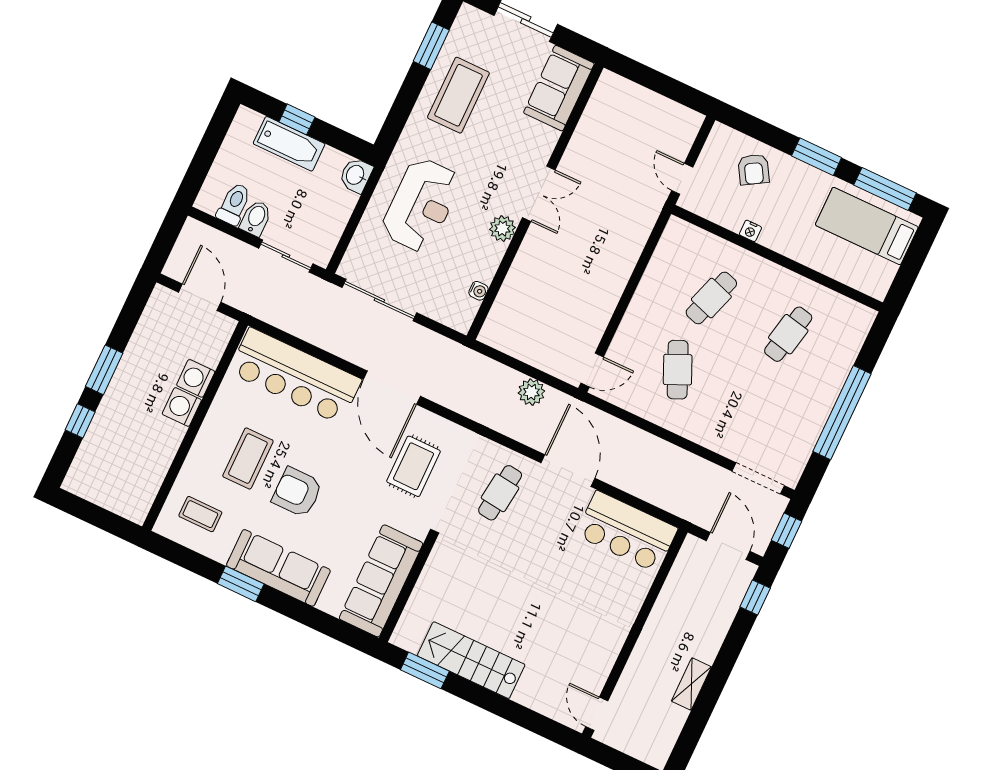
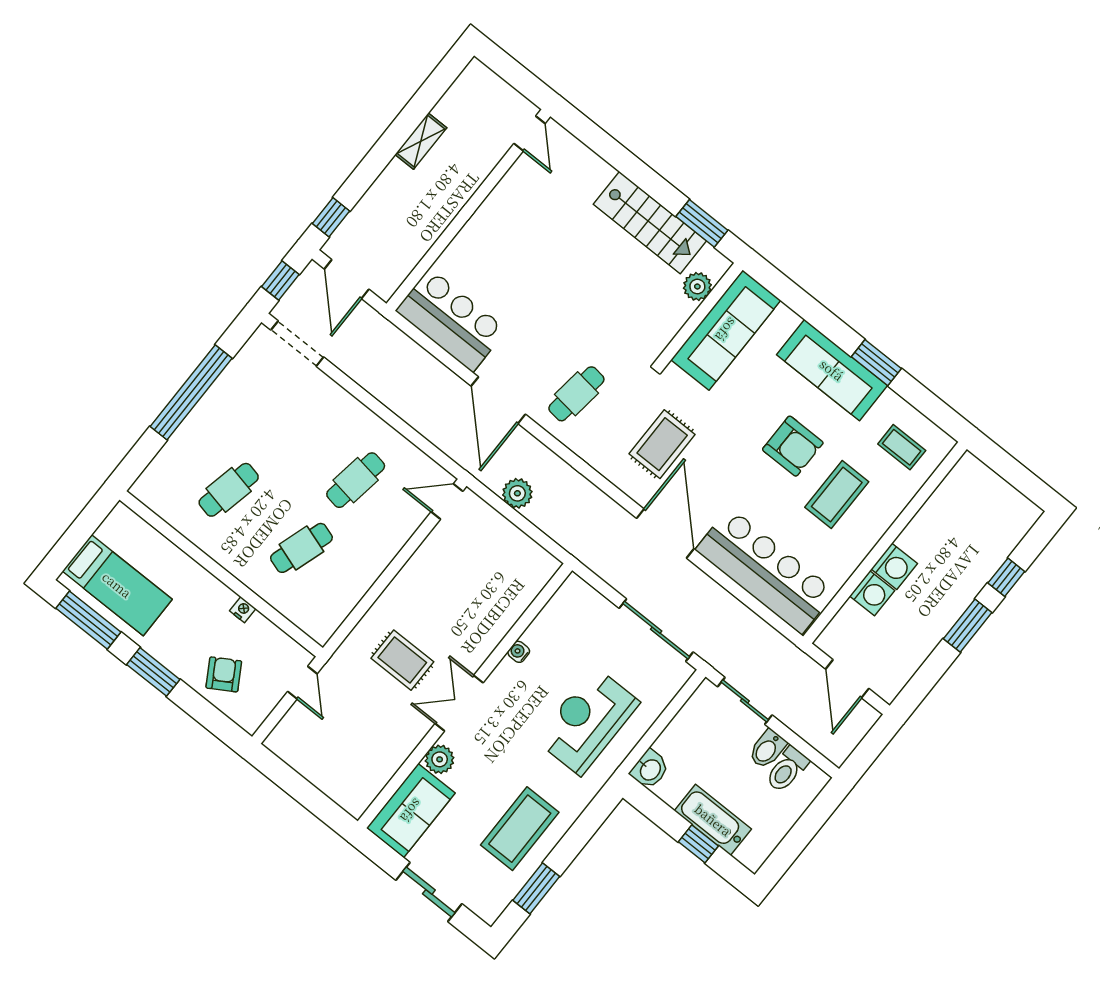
rug: (598, 220) -> (402, 660), added
plant: (502, 228) -> (440, 759), moved
water cooler: (478, 291) -> (519, 652), moved
cafe table: (678, 370) -> (356, 480), turned 33
plant: (416, 613) -> (697, 286), added

